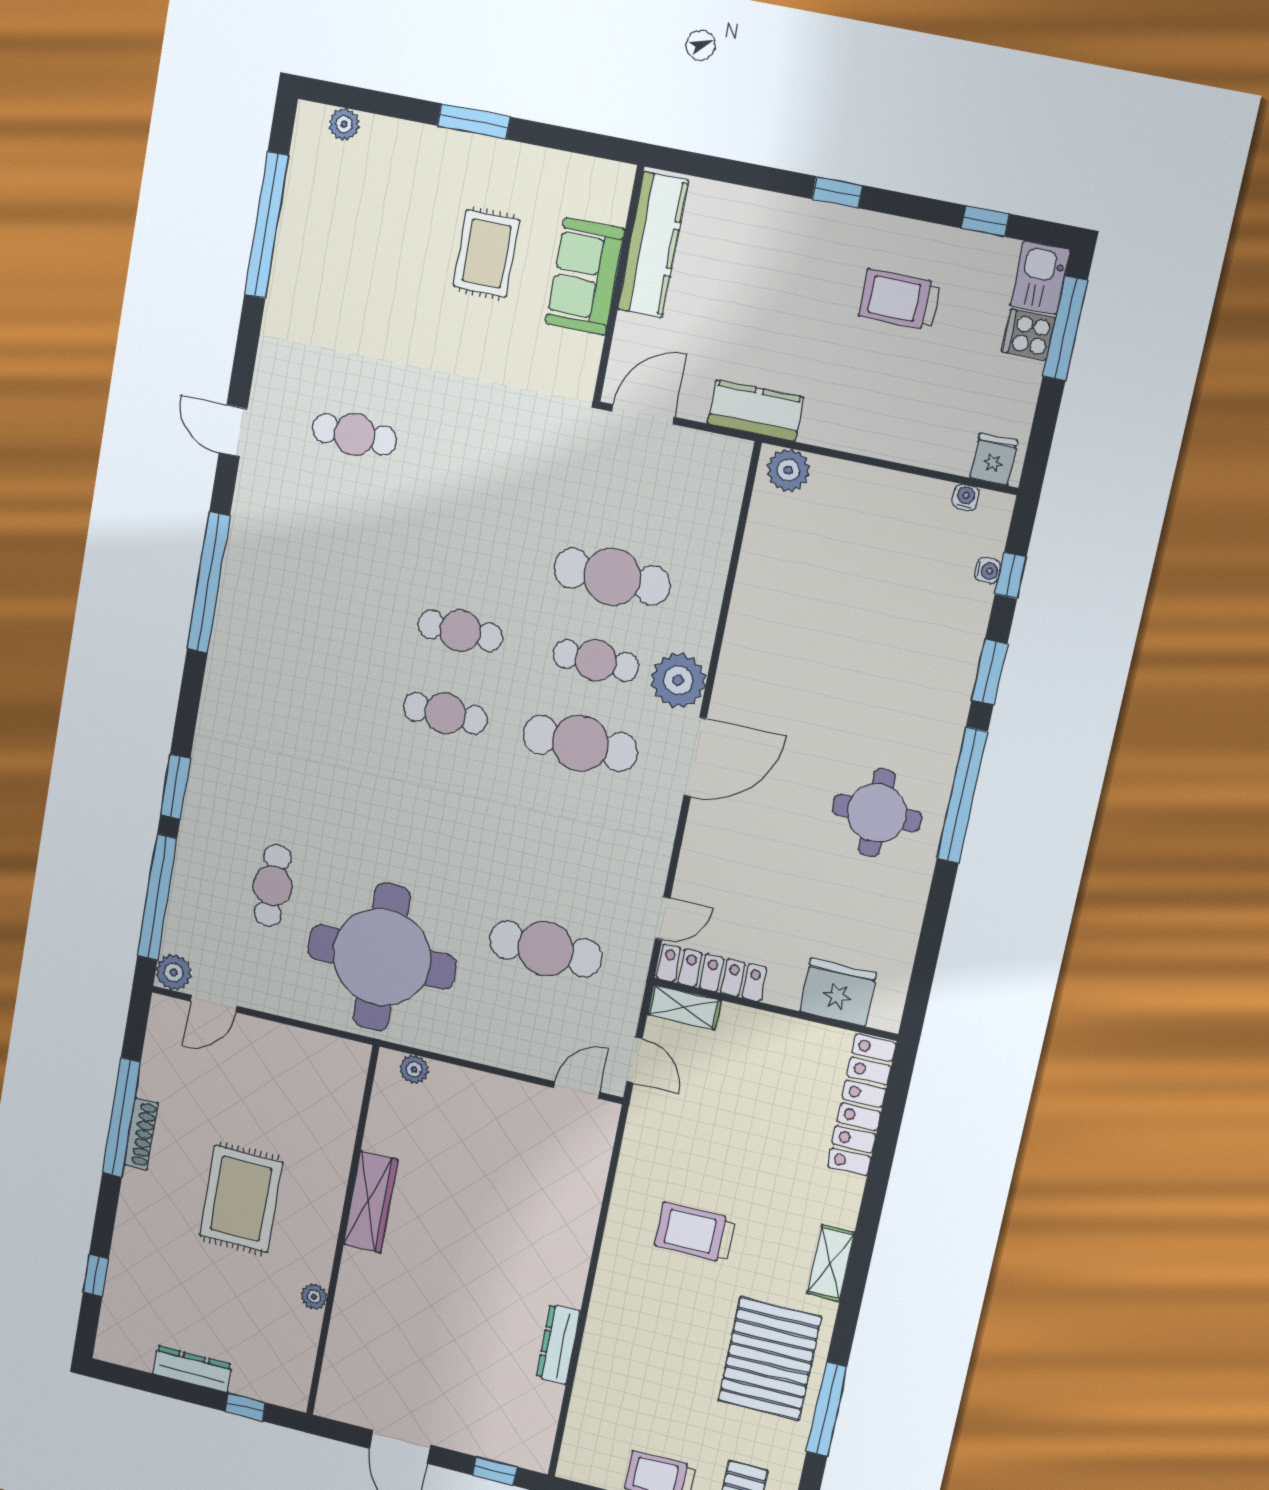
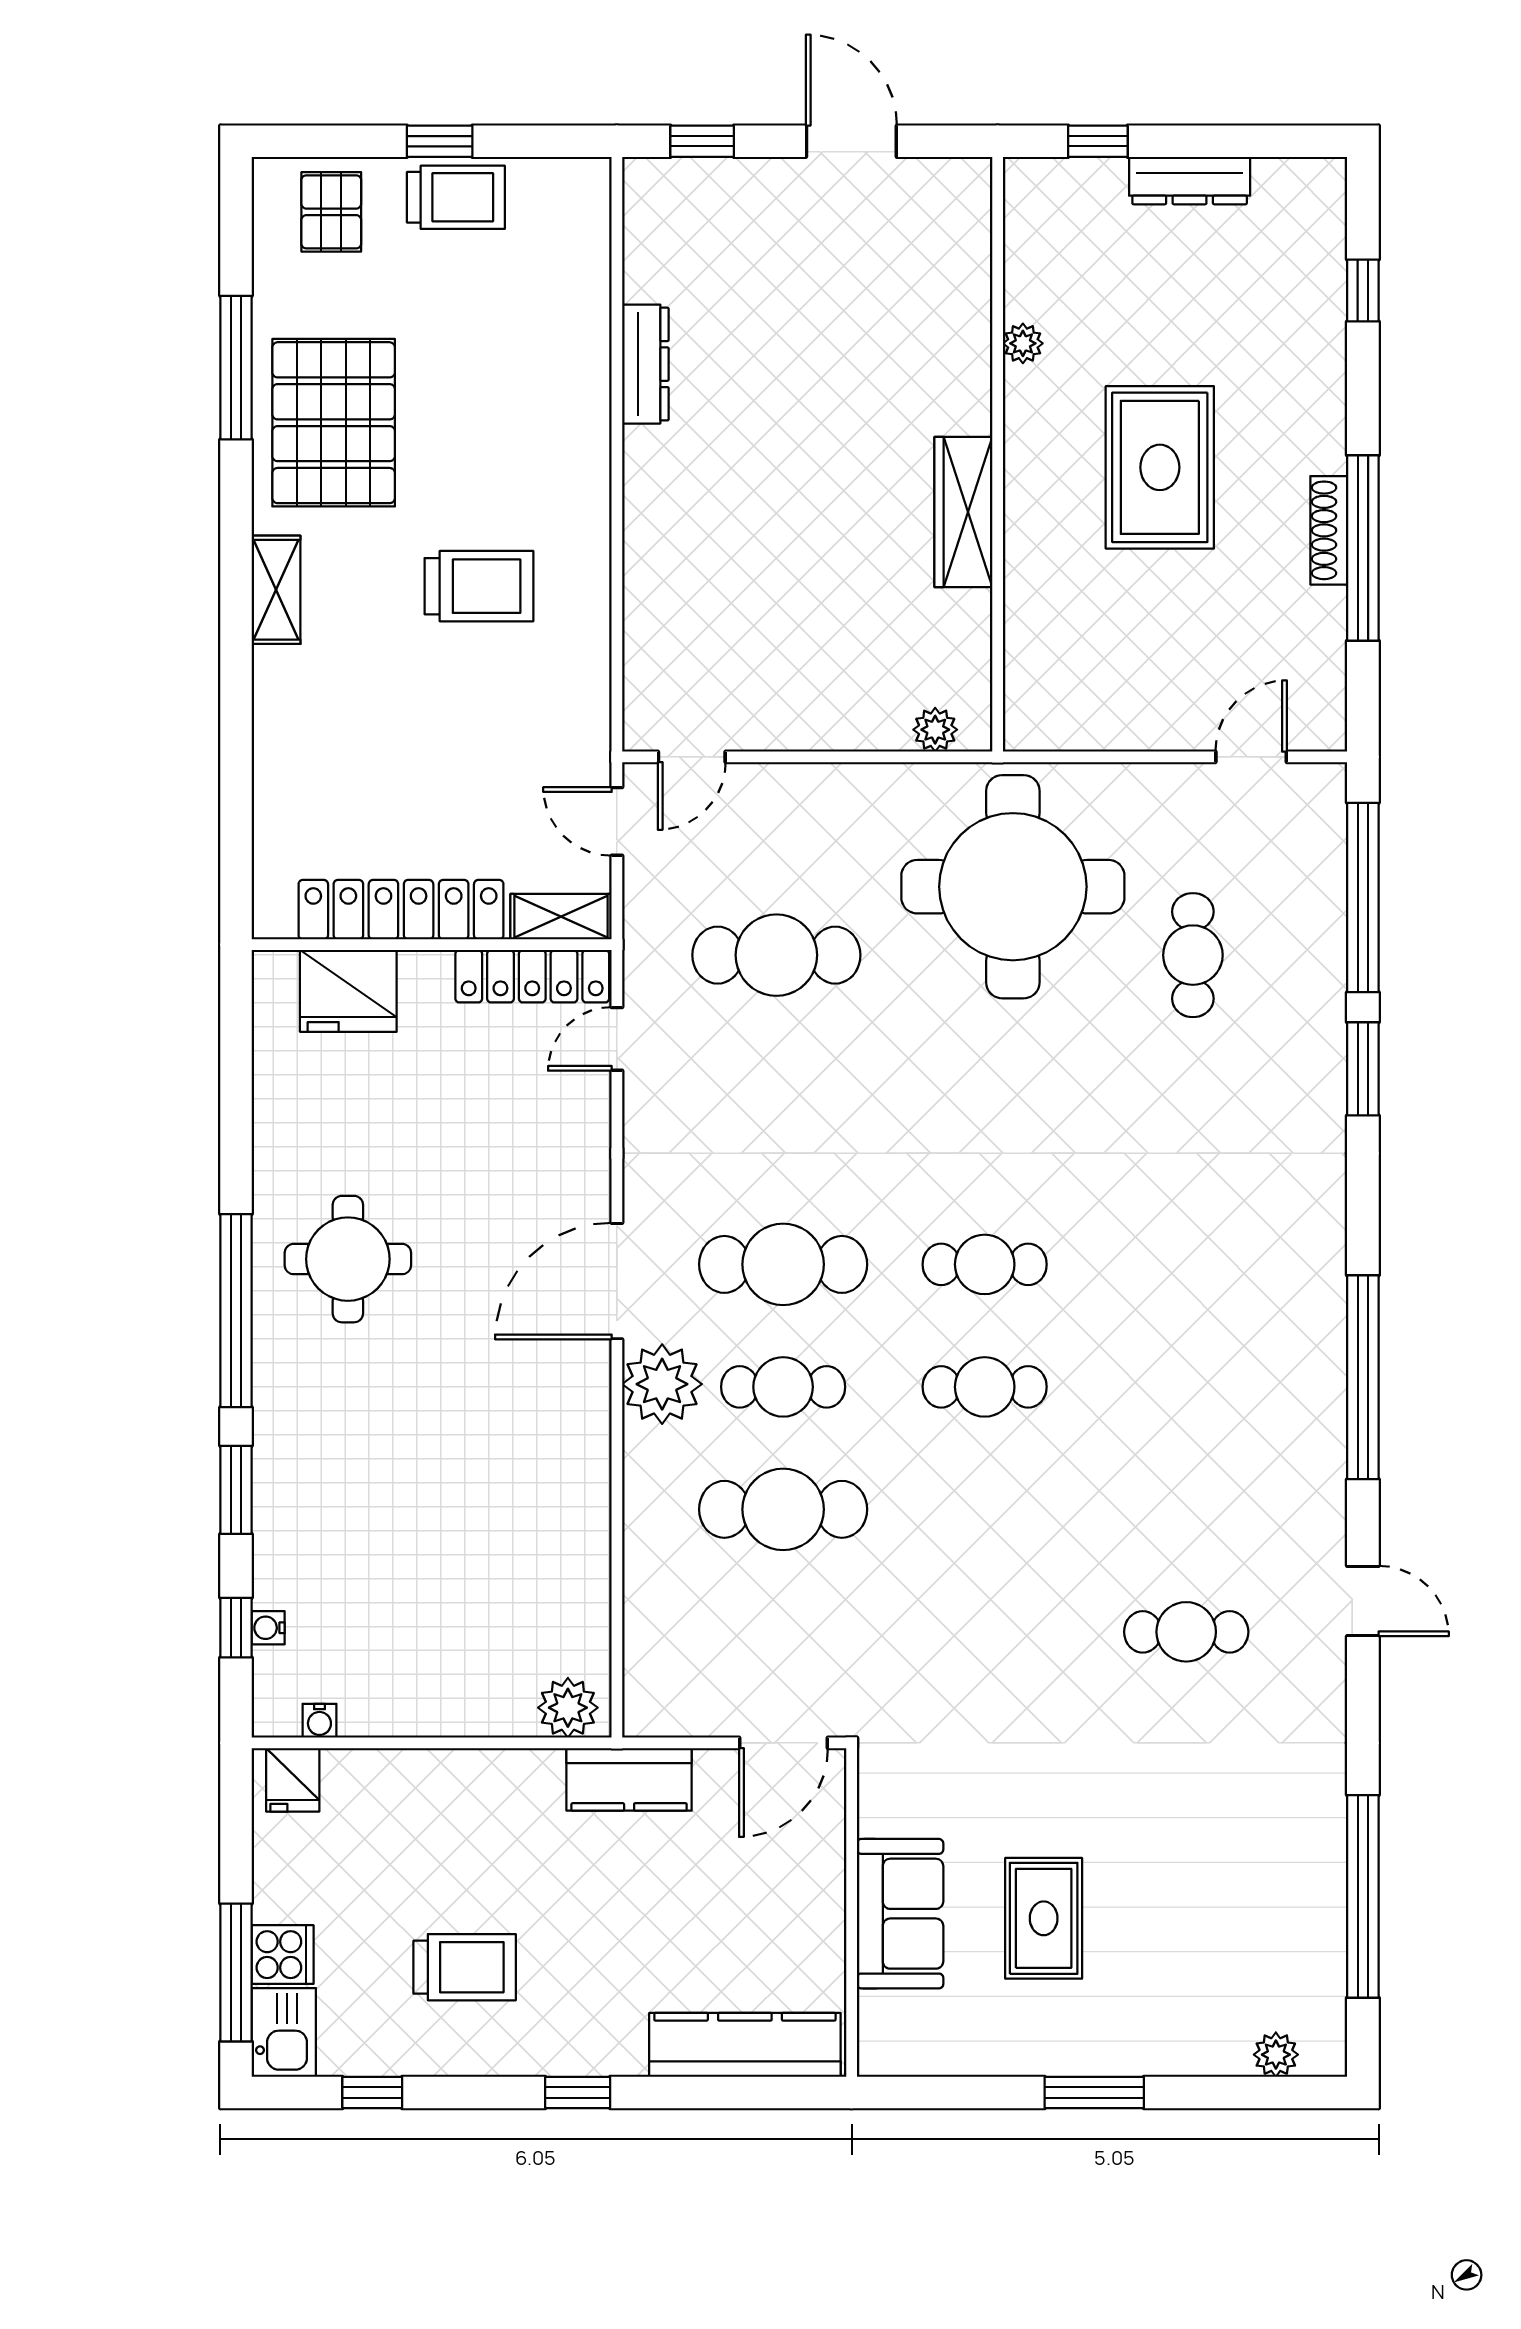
kitchen counter: (653, 245) -> (745, 2045), moved, turned 90
plant: (174, 972) -> (1319, 790), removed
locker: (861, 1105) -> (401, 910), moved, turned -90

